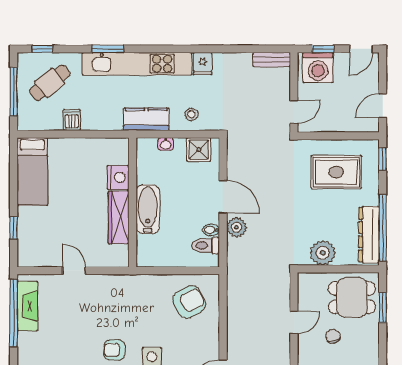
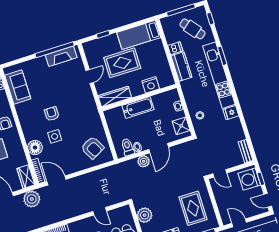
kitchen counter: (146, 119) -> (181, 67), moved
rug: (69, 212) -> (122, 63), added
wardrobe: (119, 218) -> (115, 97), moved

